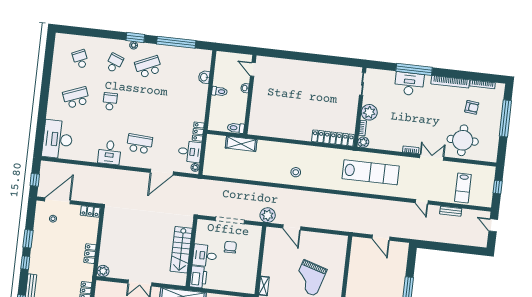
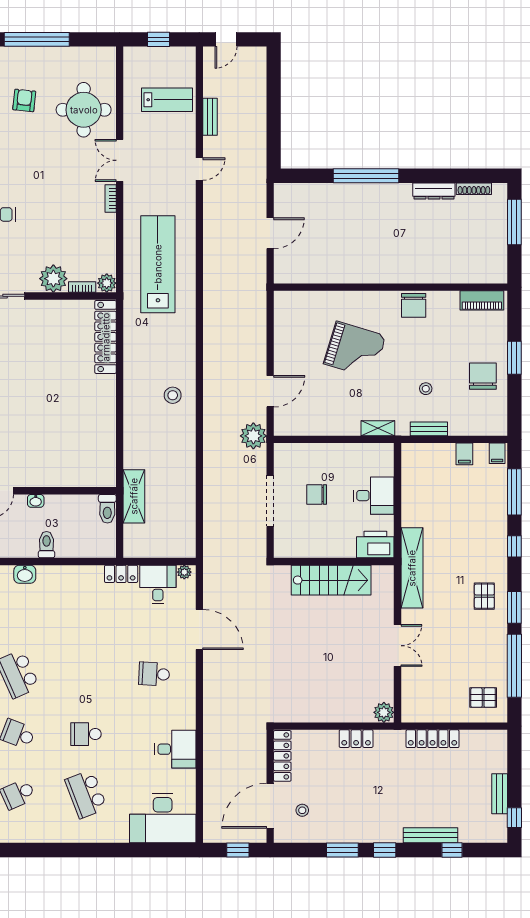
school desk: (140, 144) -> (154, 674), width x0.54
desk: (109, 152) -> (175, 749), moved
door: (58, 201) -> (270, 806), hinge flipped
locker: (90, 211) -> (282, 756), width x1.53
desk: (205, 256) -> (374, 496), moved, turned -90

